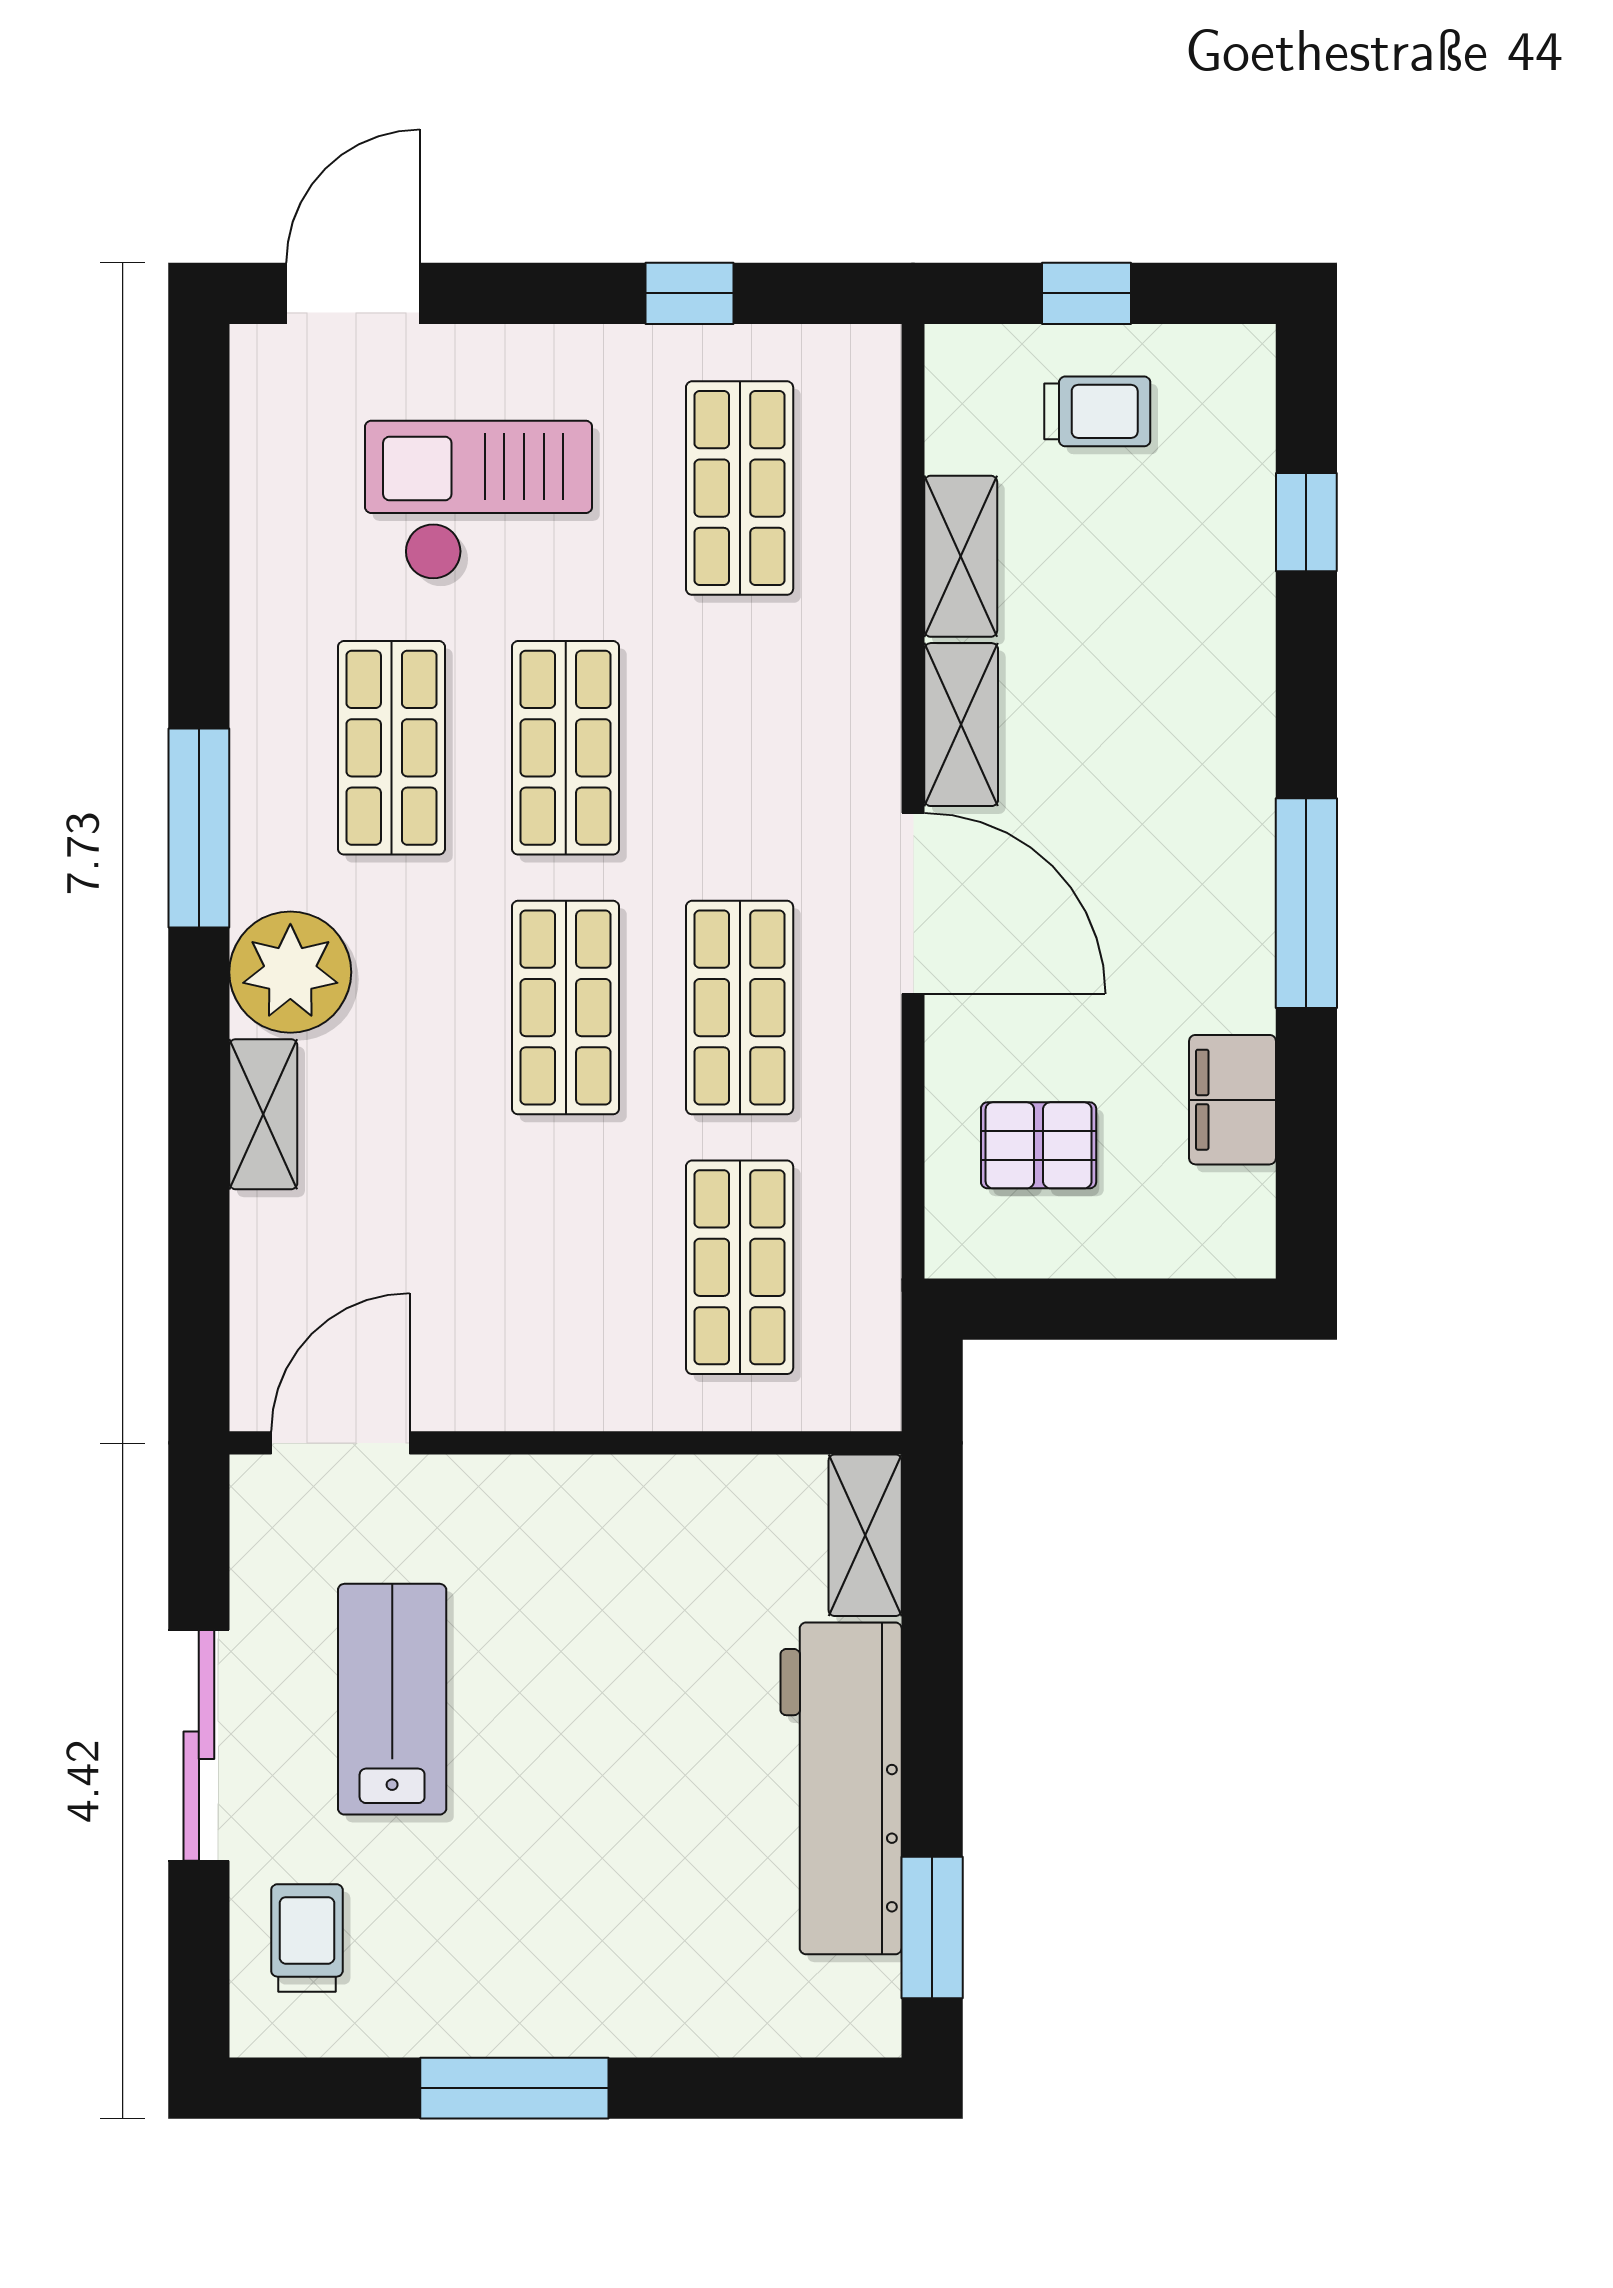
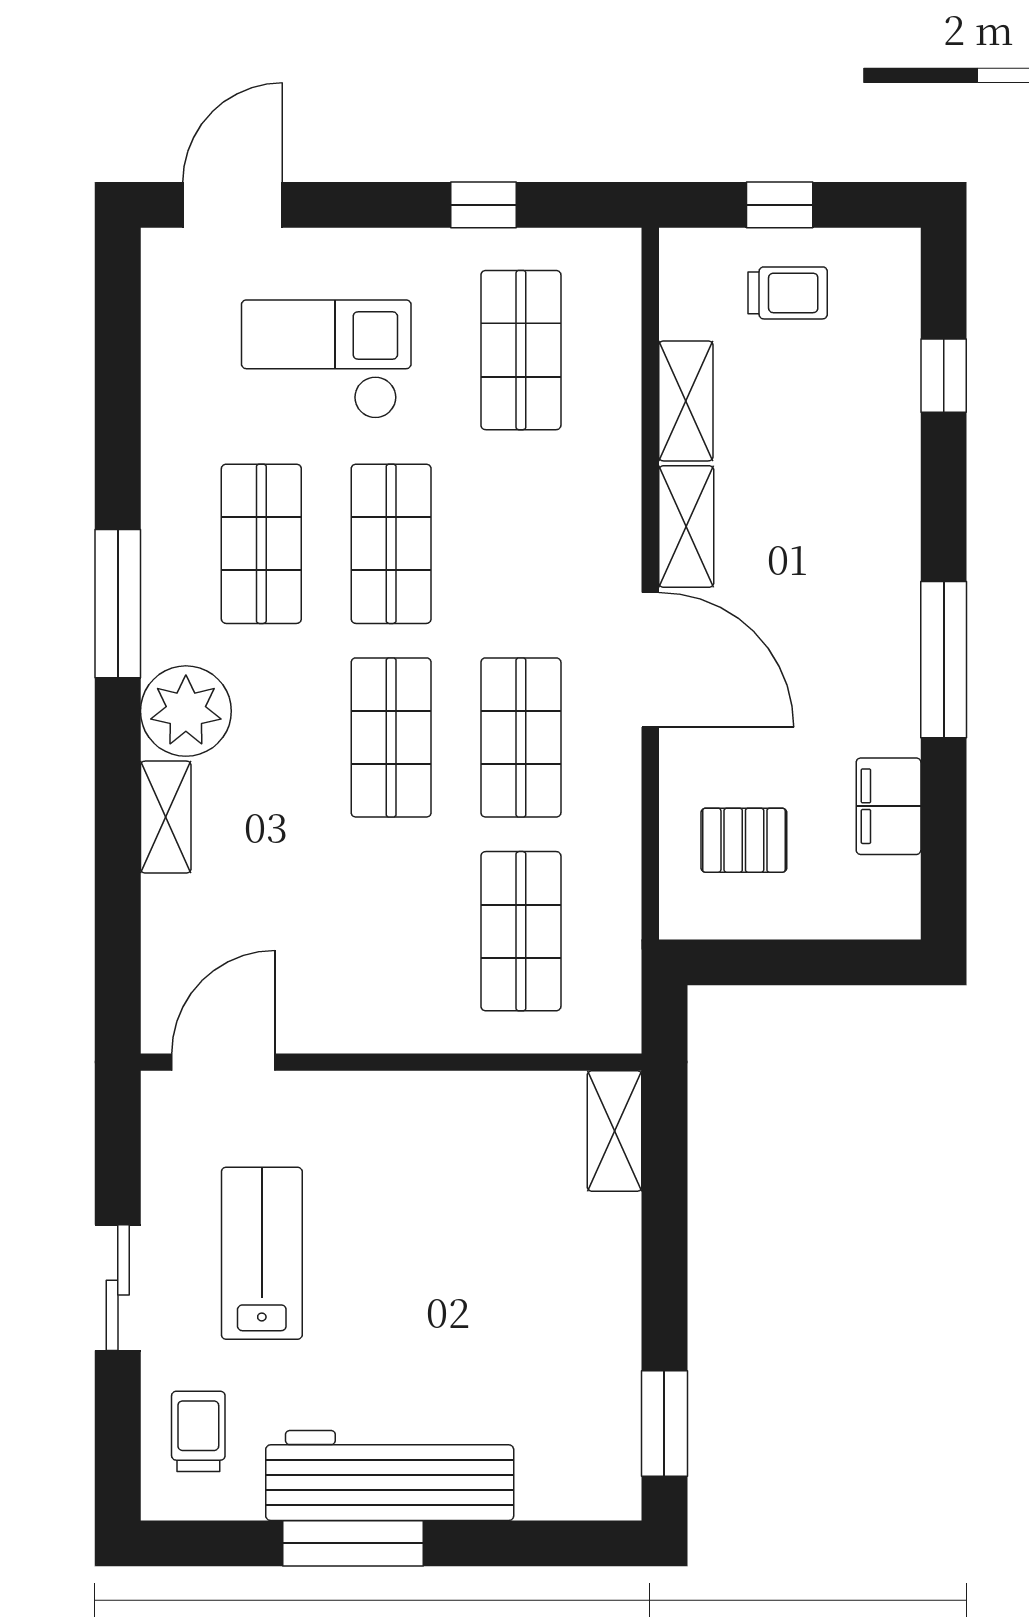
sliding door: (199, 1745) -> (118, 1288), width x0.73
workbench: (841, 1788) -> (390, 1475), moved, turned 90

